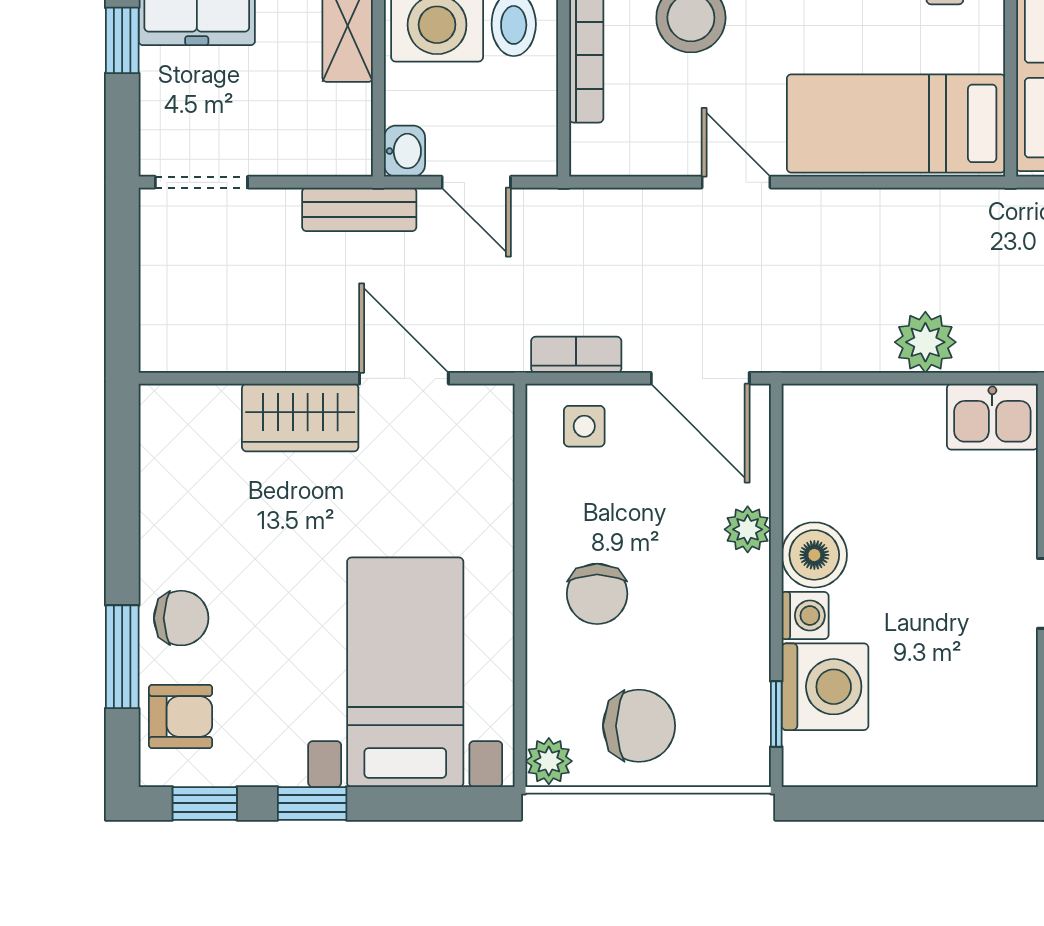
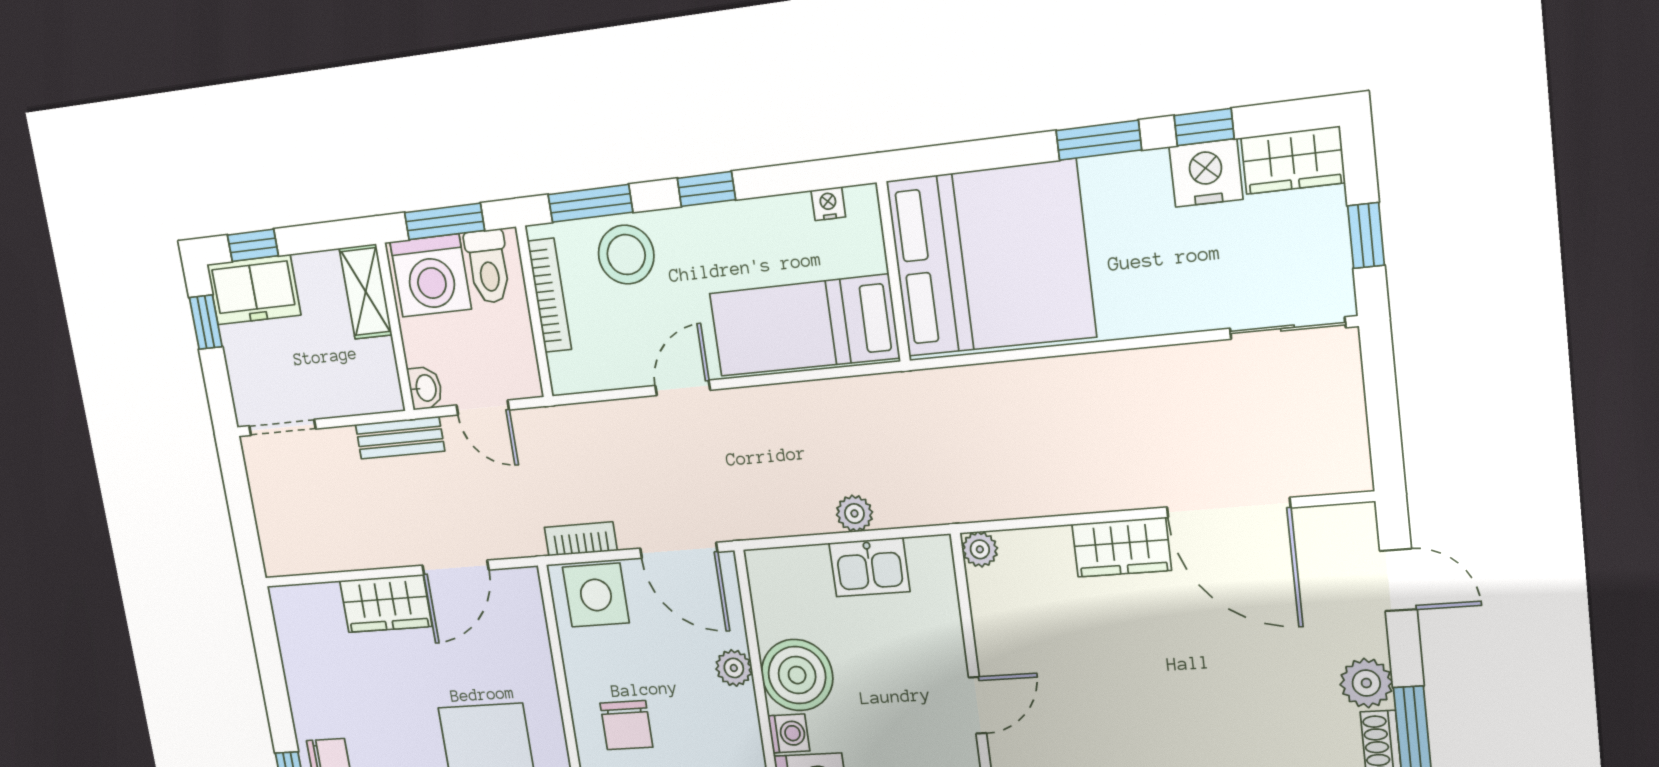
door: (736, 182) -> (683, 388), hinge flipped
plant: (925, 342) -> (854, 513), width x0.73, depth x0.73
door: (404, 378) -> (456, 568), swing flipped
kitchen sink: (992, 417) -> (869, 567), moved
side table: (584, 426) -> (596, 595), width x1.87, depth x1.87
boiler: (814, 555) -> (797, 675), width x1.37, depth x1.37

